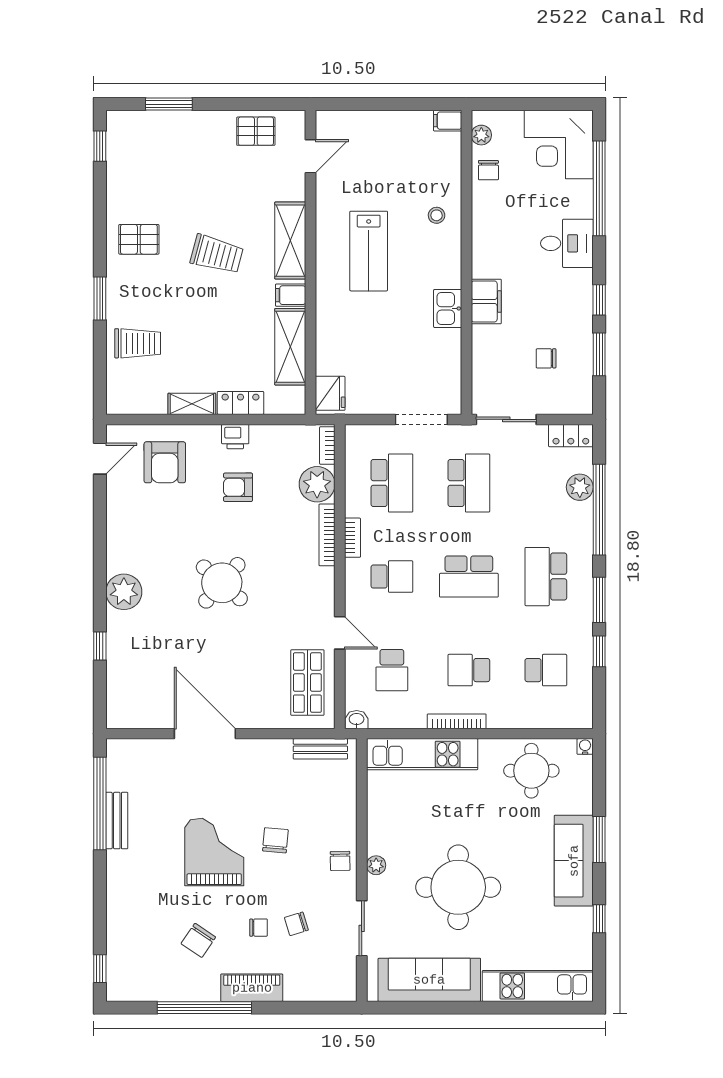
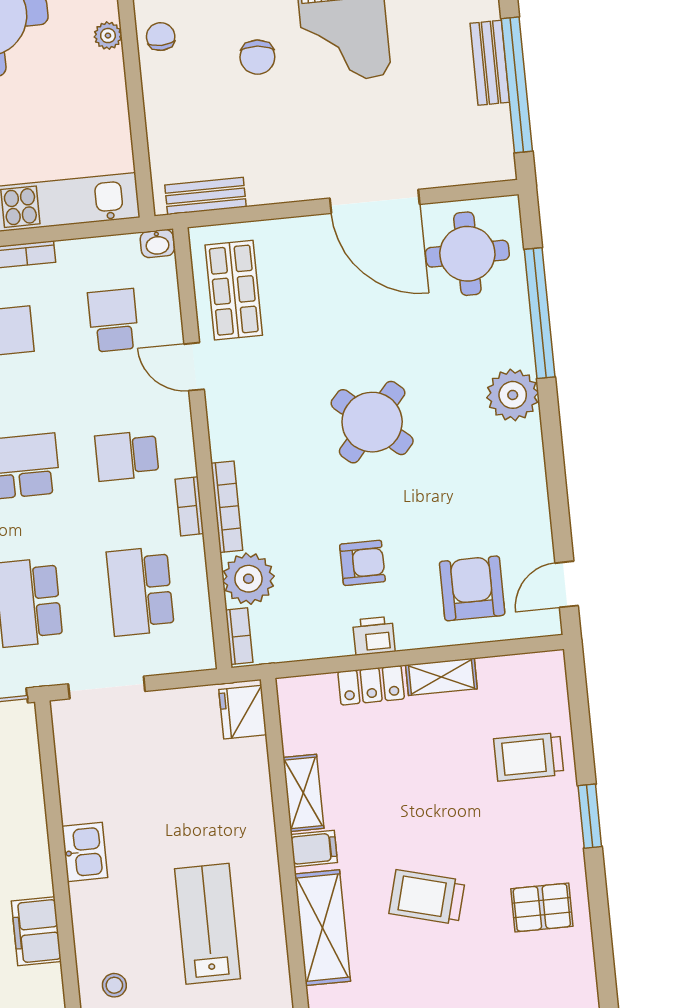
filing cabinet: (486, 301) -> (36, 931), moved
shelving: (290, 347) -> (303, 793), width x0.67, depth x0.75
window: (100, 646) -> (540, 313), width x3.17
round table: (145, 691) -> (467, 254), added

